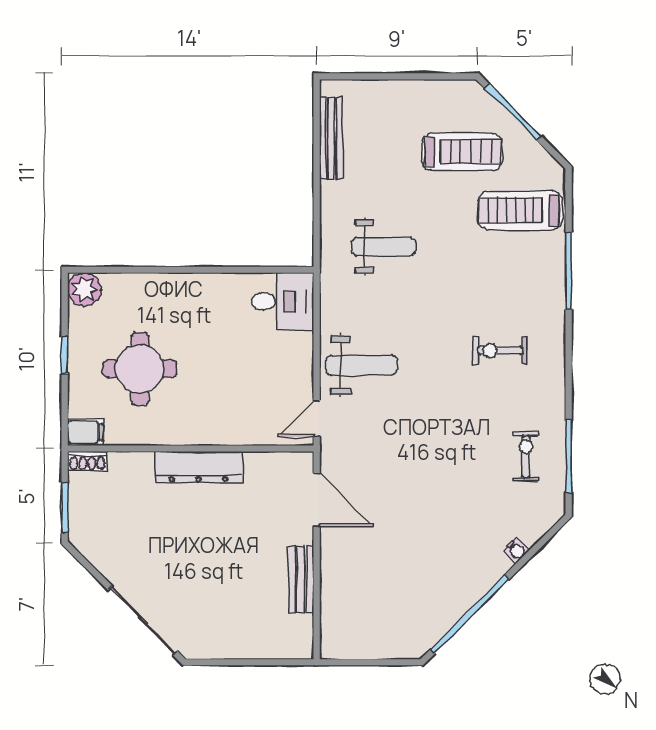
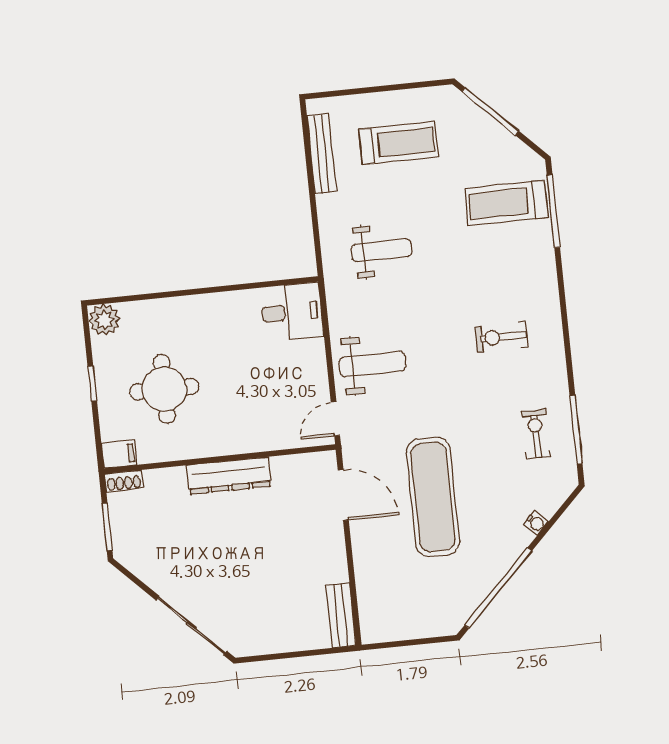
treadmill: (462, 152) -> (398, 143), moved
window: (569, 271) -> (553, 211), moved
exercise mat: (411, 511) -> (433, 497), added
bench: (301, 579) -> (341, 615), moved

